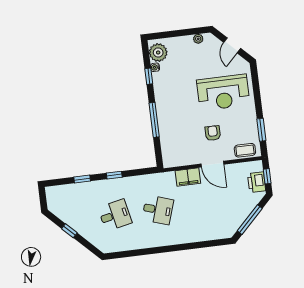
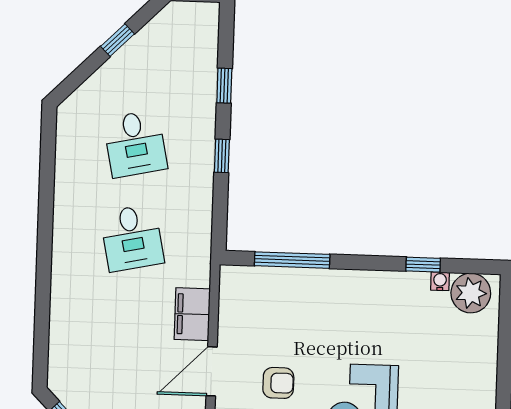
plant: (198, 39) -> (487, 384), removed
window: (154, 120) -> (292, 260), moved
desk: (158, 210) -> (132, 238), turned -30

